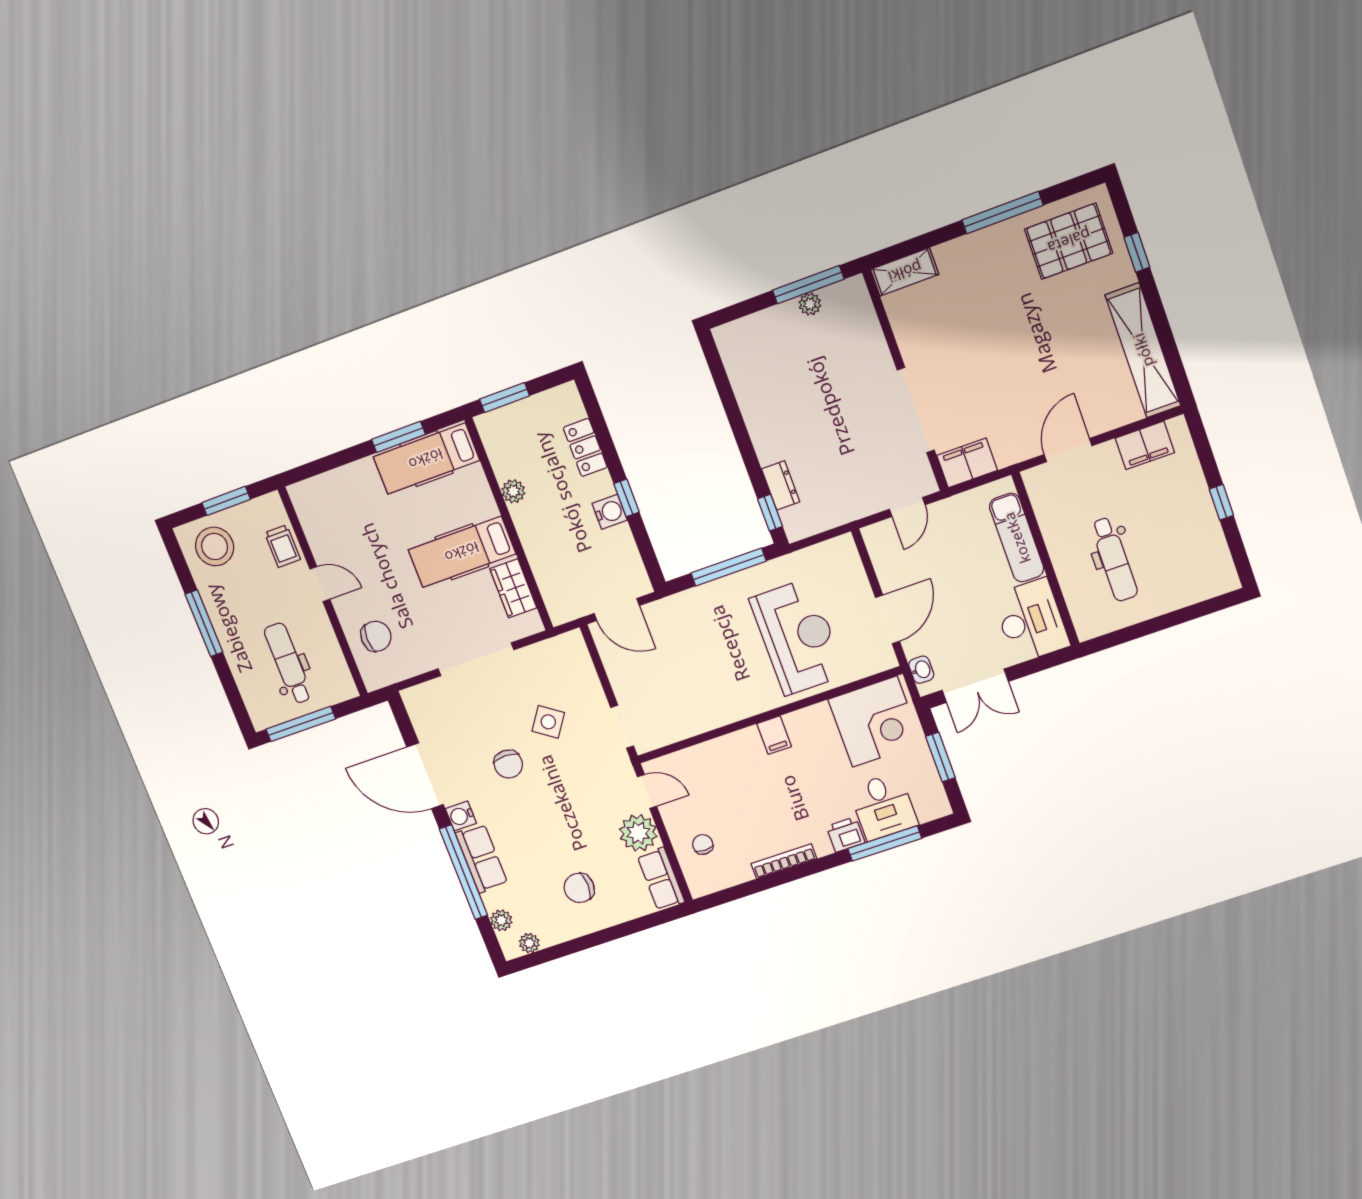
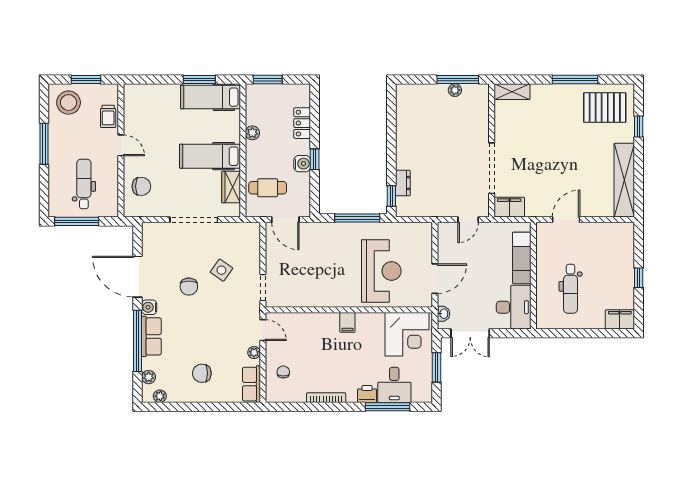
filing cabinet: (1145, 445) -> (620, 319), moved, turned 180
cafe table: (570, 569) -> (268, 188), added
plant: (638, 833) -> (254, 352), width x0.53, depth x0.53

